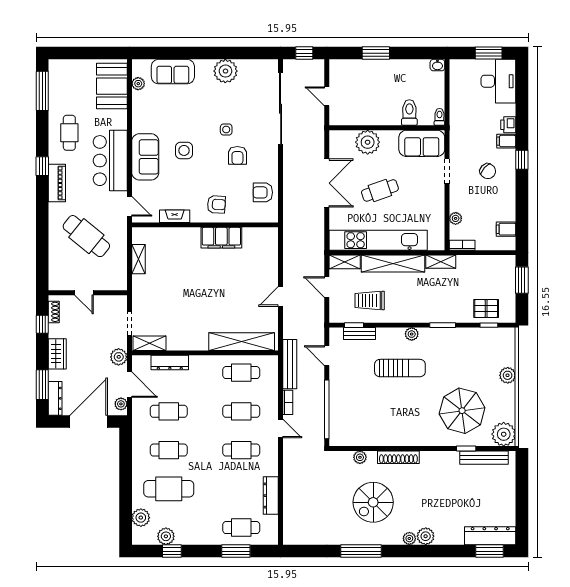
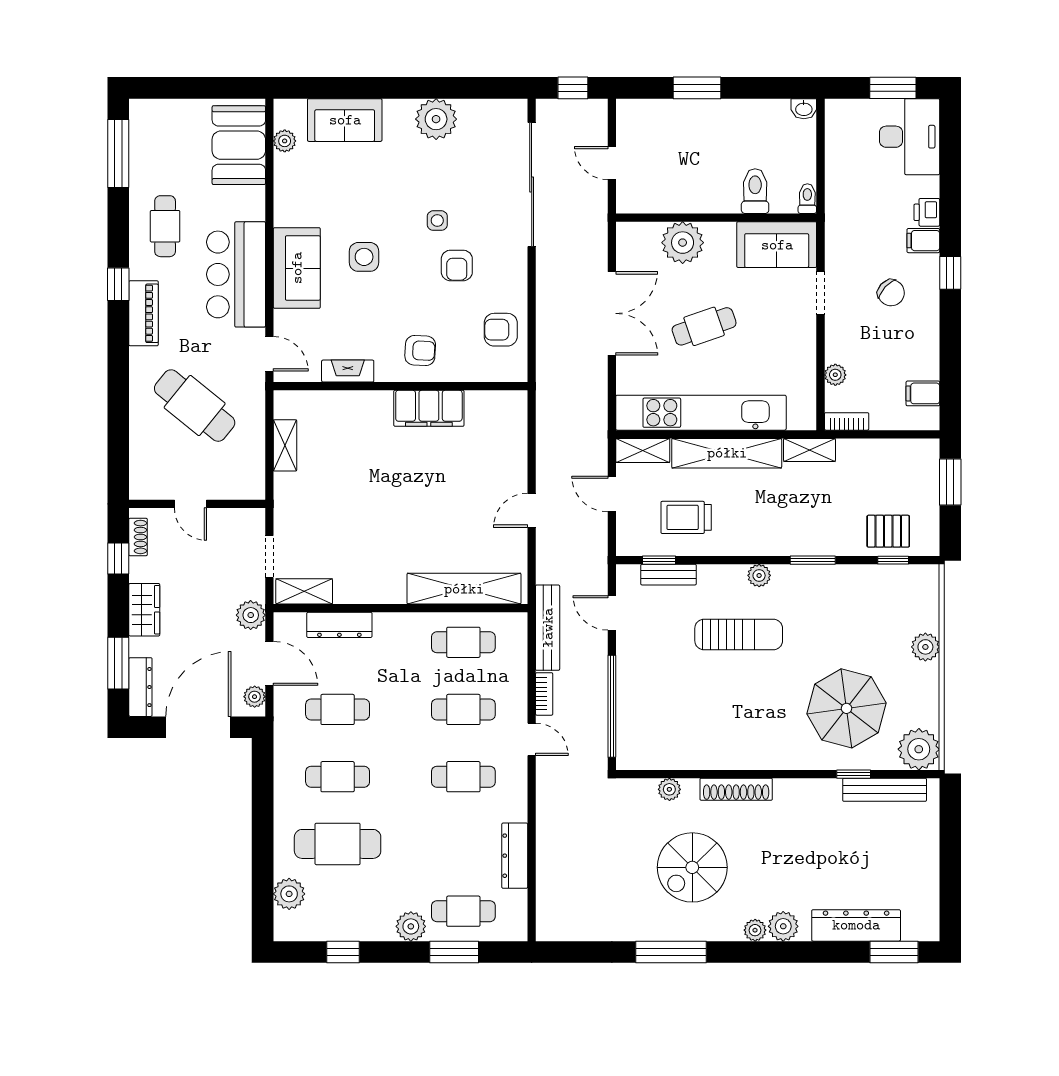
plant: (166, 536) -> (411, 926), moved
dresser: (490, 536) -> (856, 925), moved

